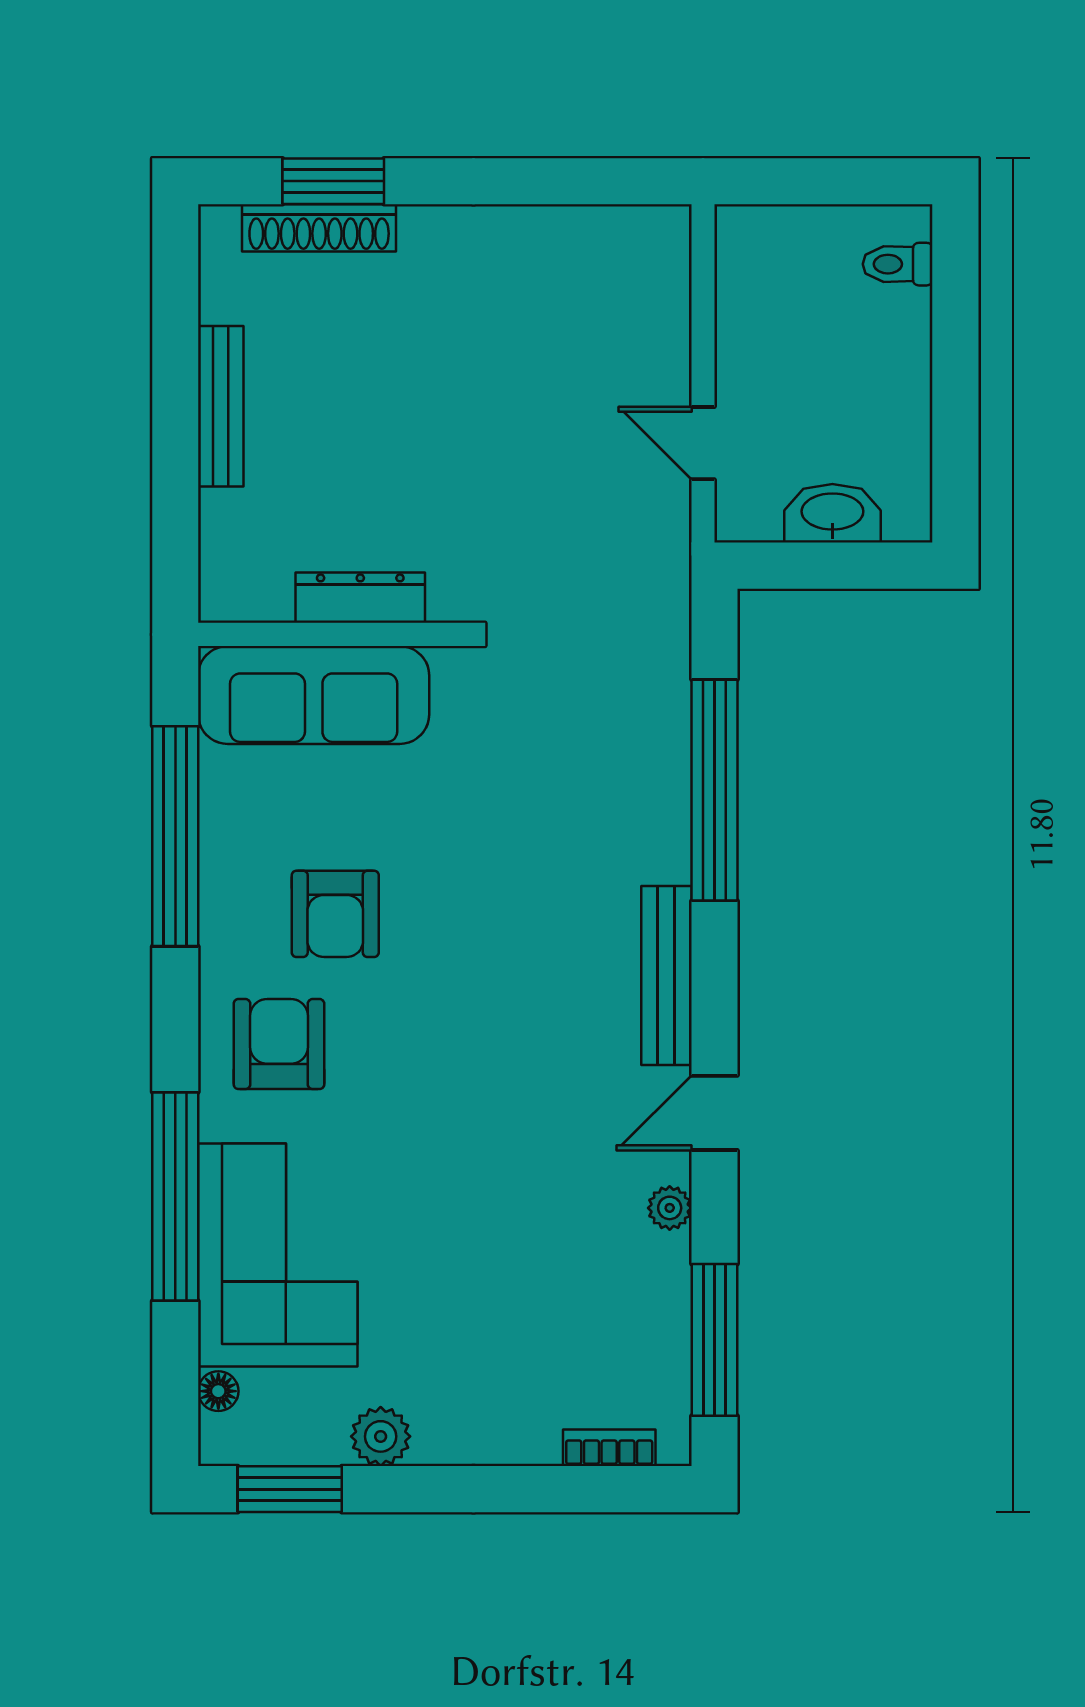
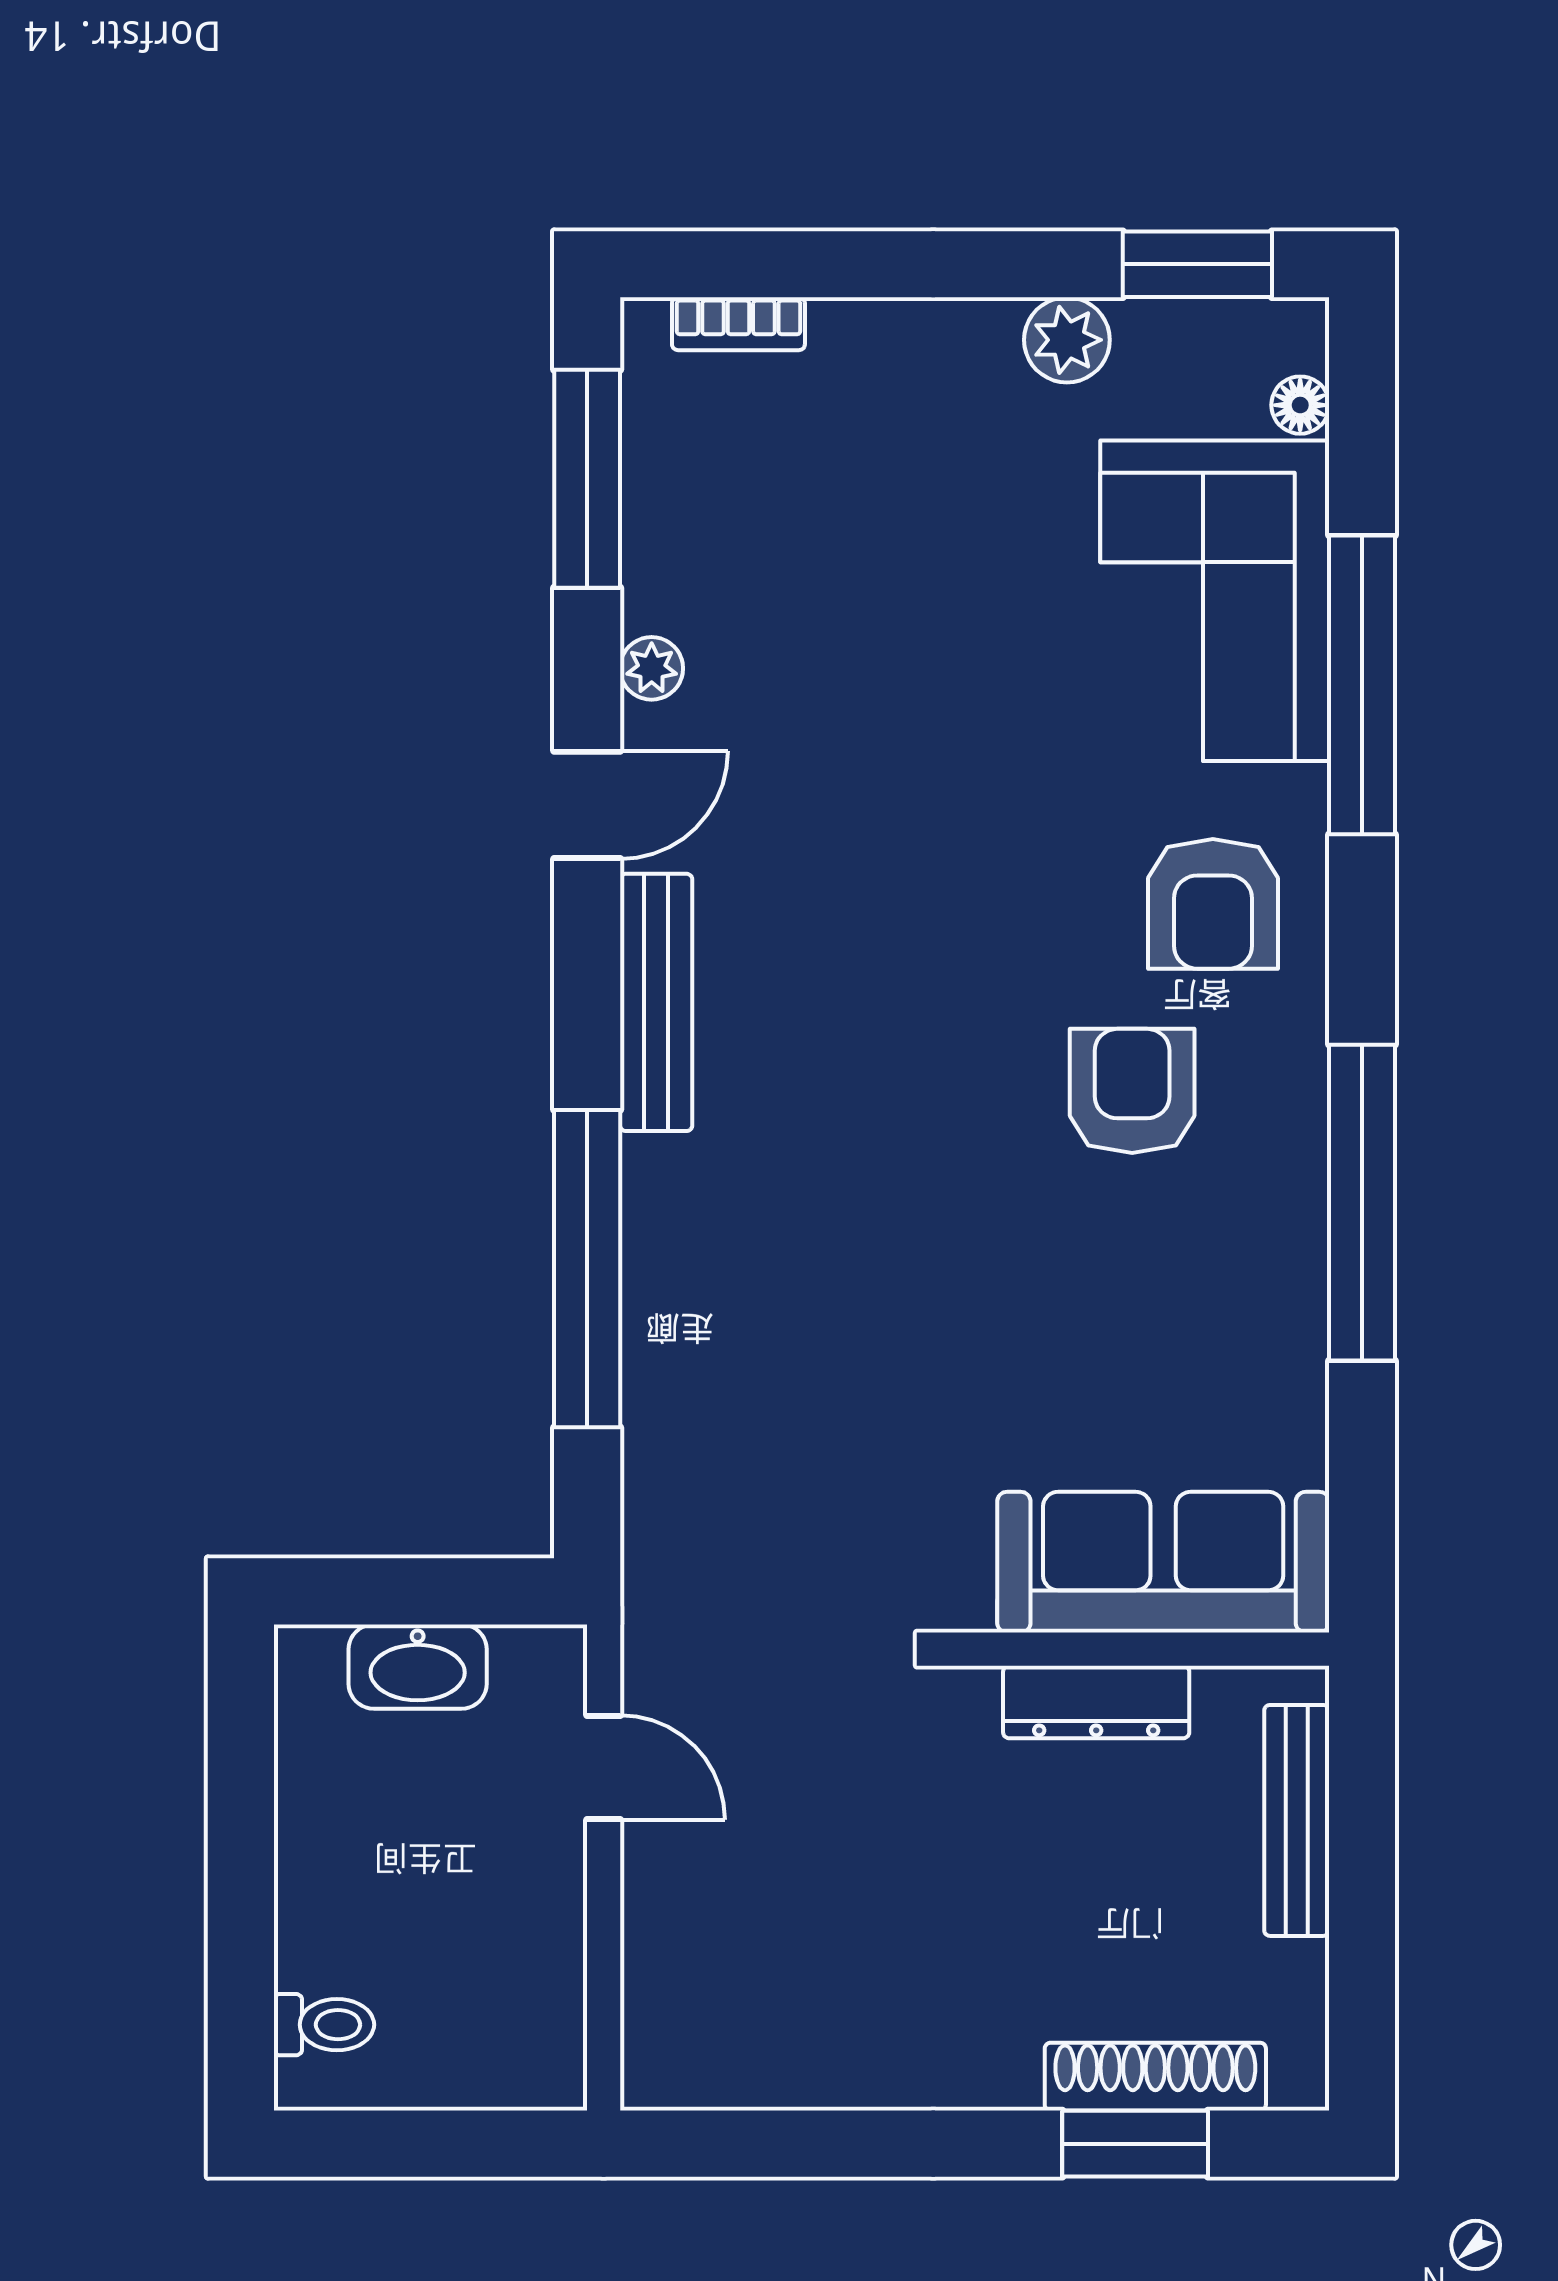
dresser: (360, 598) -> (1096, 1702), moved
wall: (330, 634) -> (1139, 1649), moved
sofa: (314, 695) -> (1163, 1562), moved

